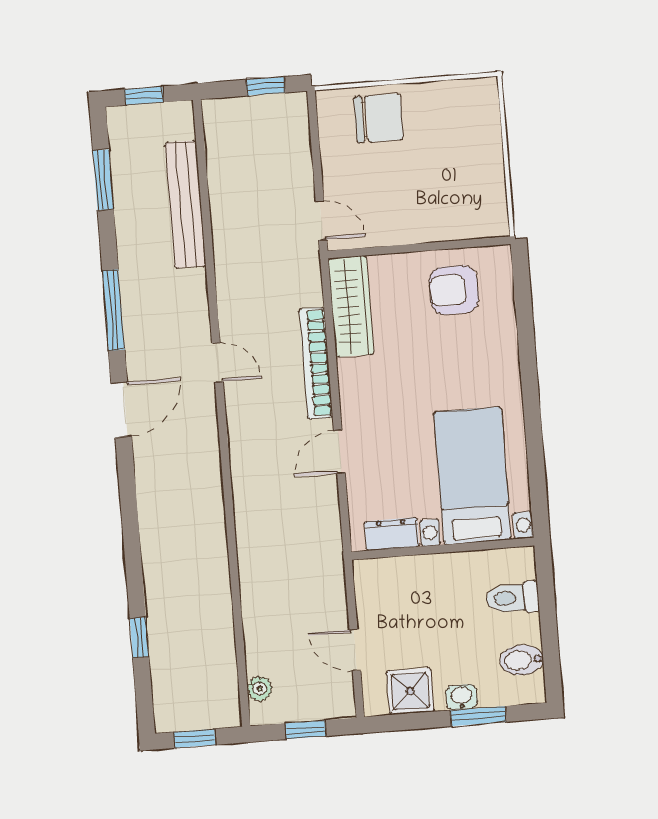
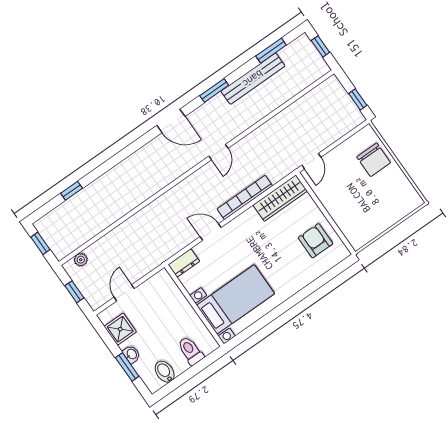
bench: (185, 204) -> (253, 79), moved
window: (113, 310) -> (214, 90), width x0.69
dresser: (392, 534) -> (184, 263), moved, turned 90

